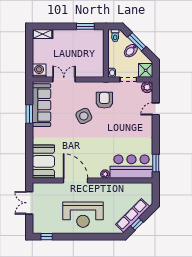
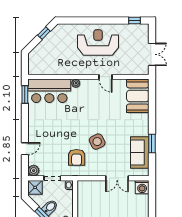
sofa: (41, 105) -> (140, 152), width x0.73
door: (76, 181) -> (105, 77), width x0.53
row of seats: (133, 215) -> (48, 42), removed

